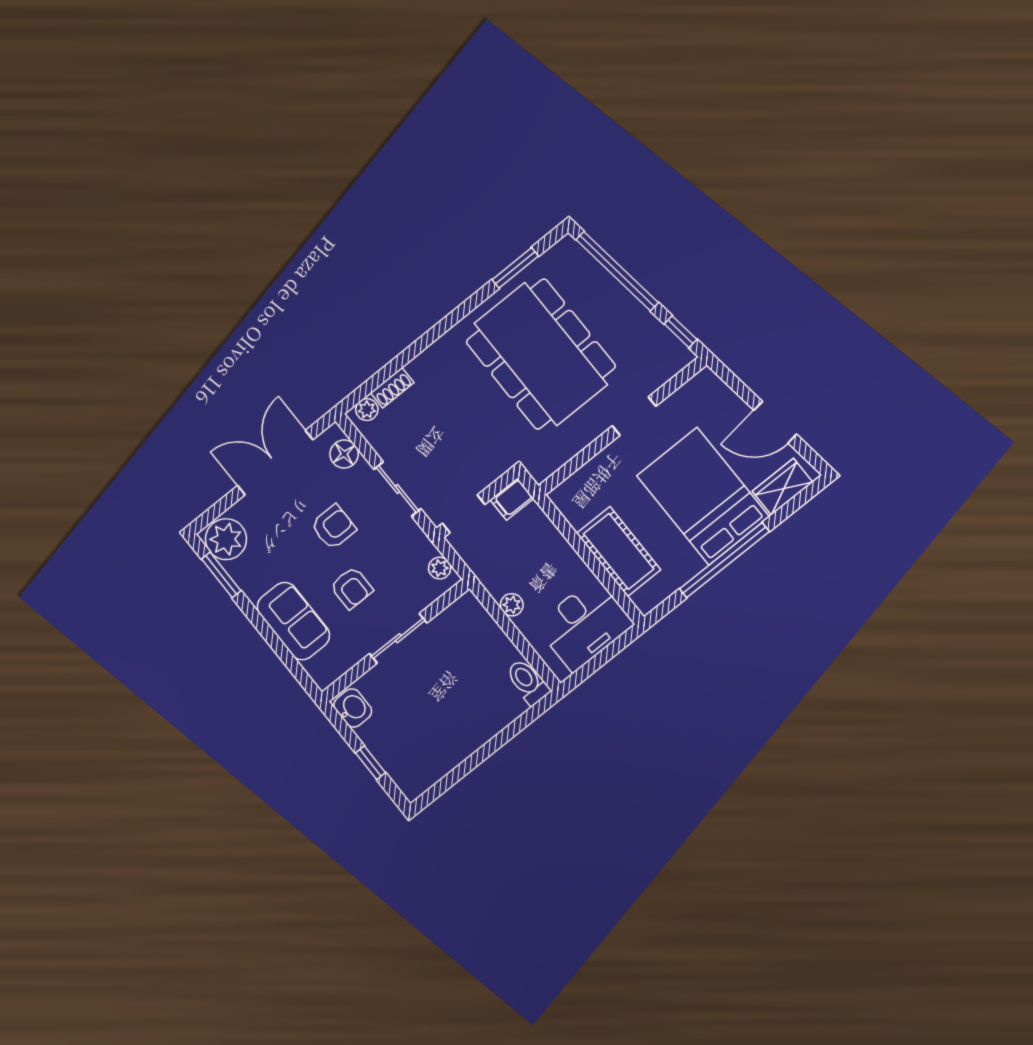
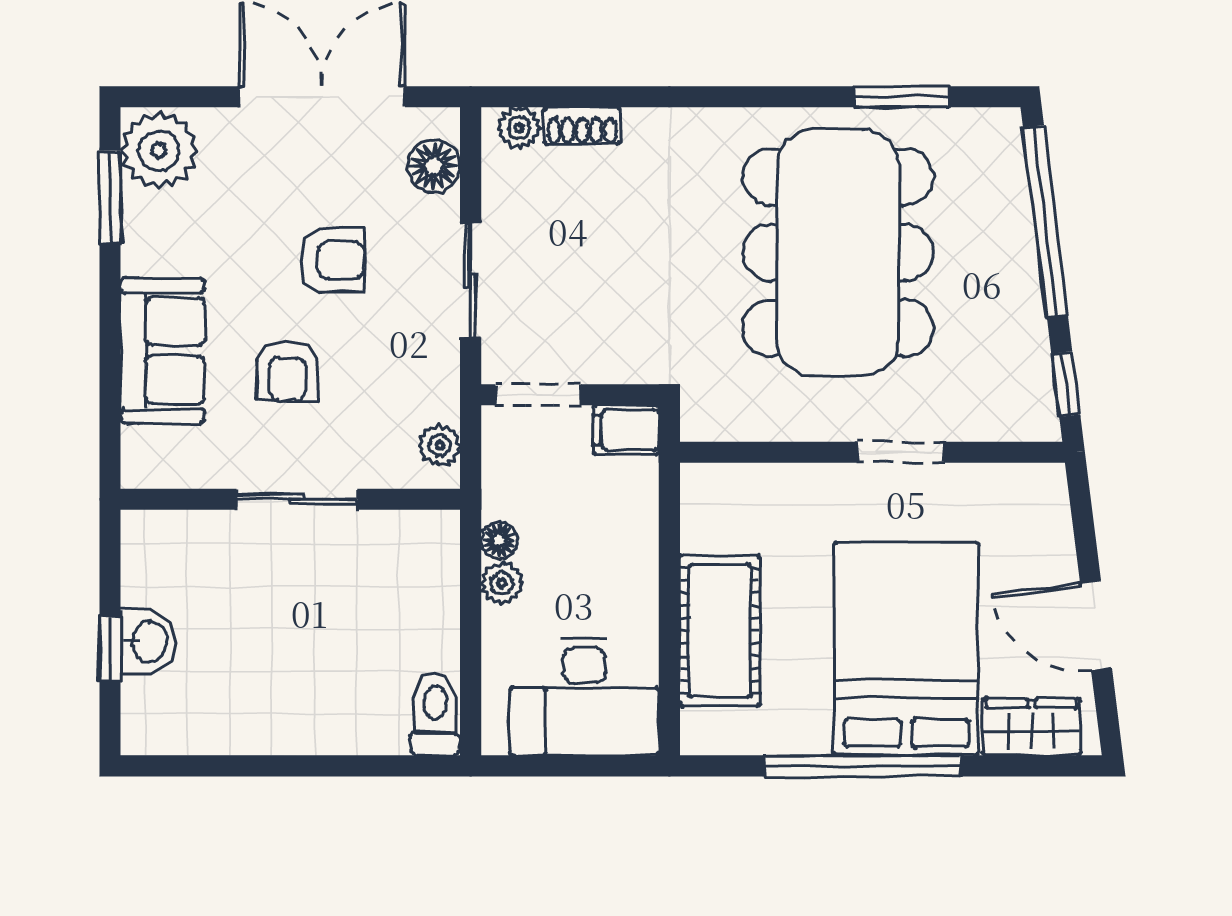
floor lamp: (496, 588) -> (499, 540), added
washbasin: (353, 708) -> (148, 641), moved

